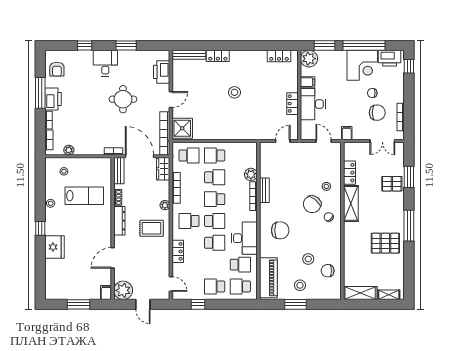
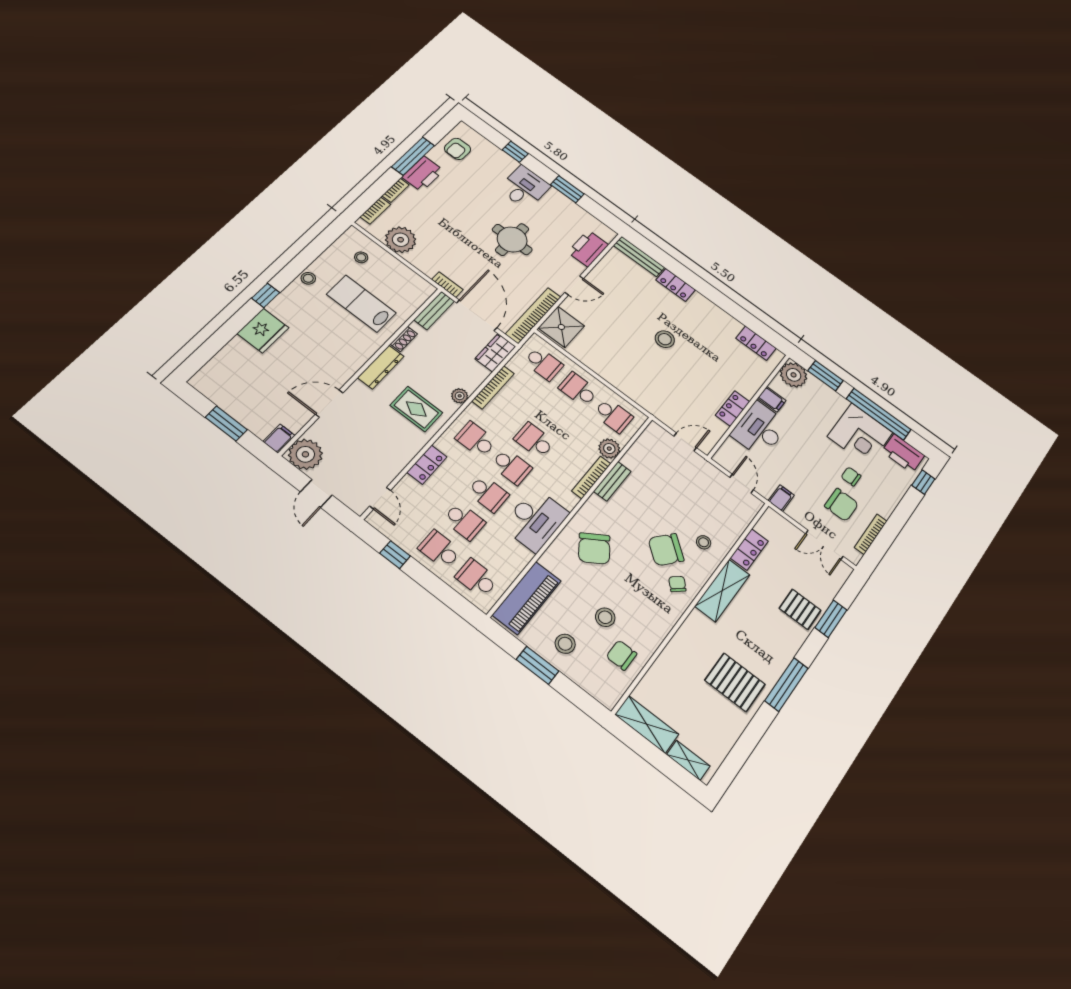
plant: (69, 150) -> (401, 240), width x1.88, depth x1.88
school desk: (215, 177) -> (613, 415), moved
lab bench: (84, 196) -> (361, 304), turned 180
chair: (280, 230) -> (594, 549), turned 56
school desk: (240, 265) -> (464, 521), moved

